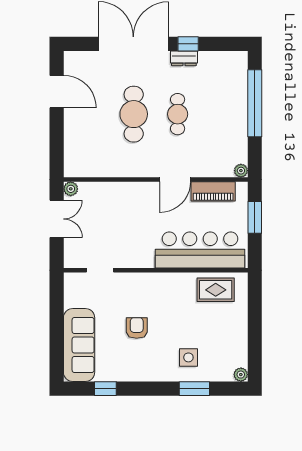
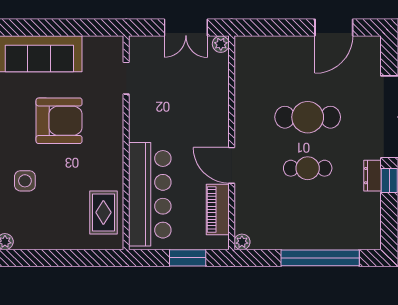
armchair: (137, 328) -> (59, 121), width x1.88, depth x1.88

